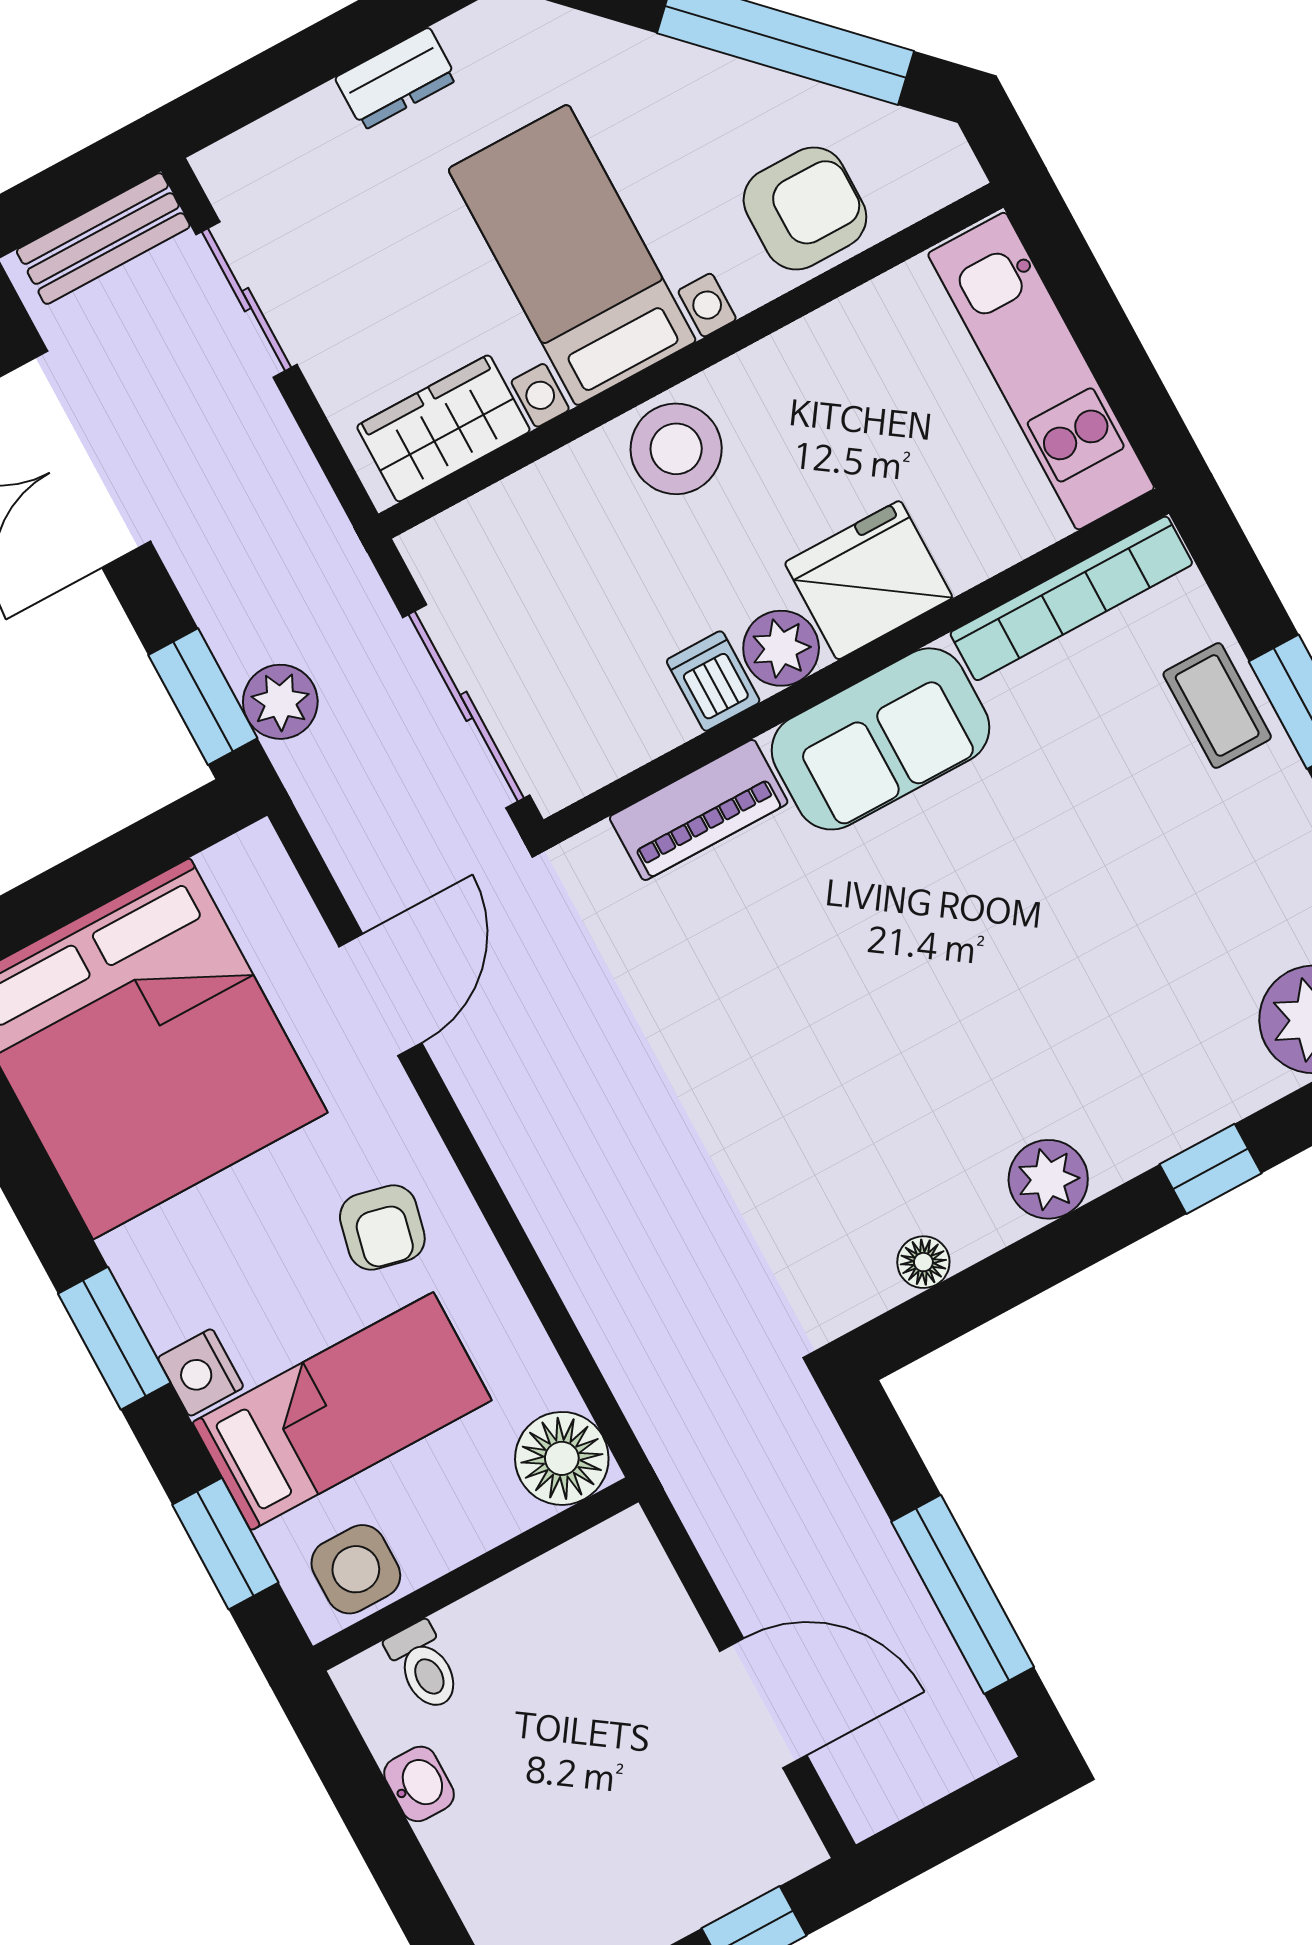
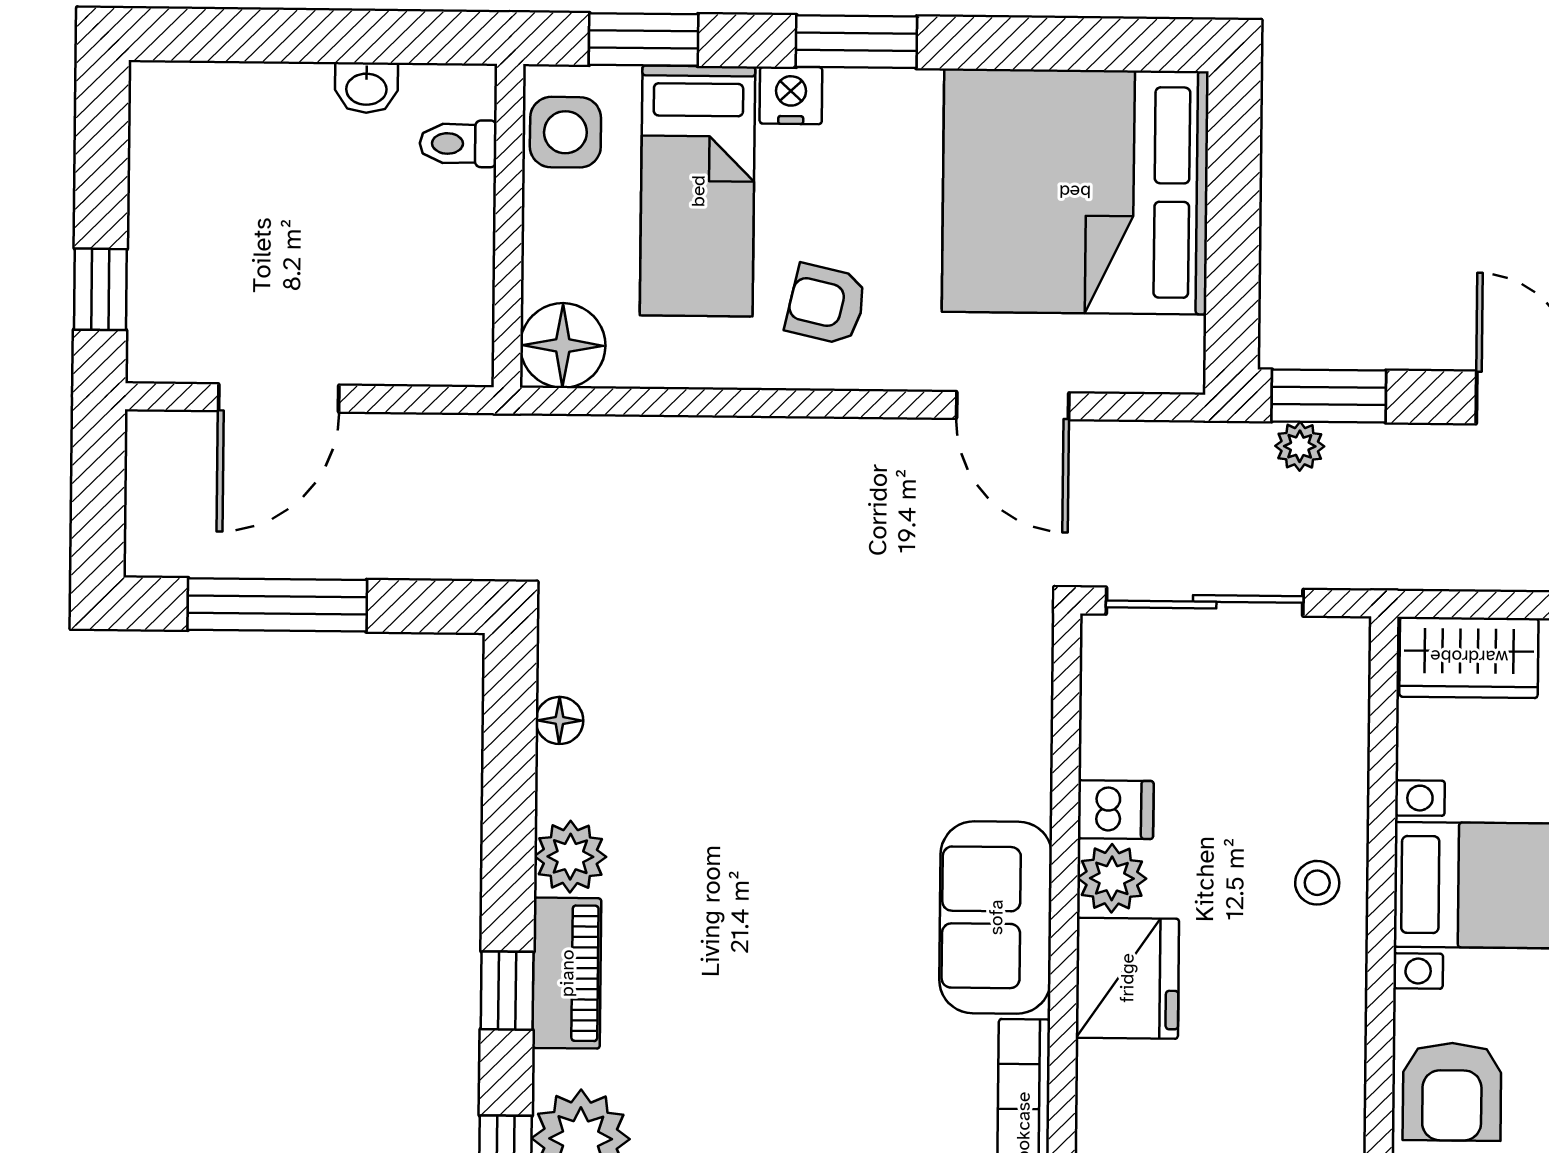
wardrobe: (443, 428) -> (1469, 657), moved, turned 90
stool: (676, 449) -> (1317, 883), width x0.53, depth x0.53
plant: (280, 702) -> (1300, 446), width x0.73, depth x0.73
piano: (699, 810) -> (567, 973), moved, turned 180

